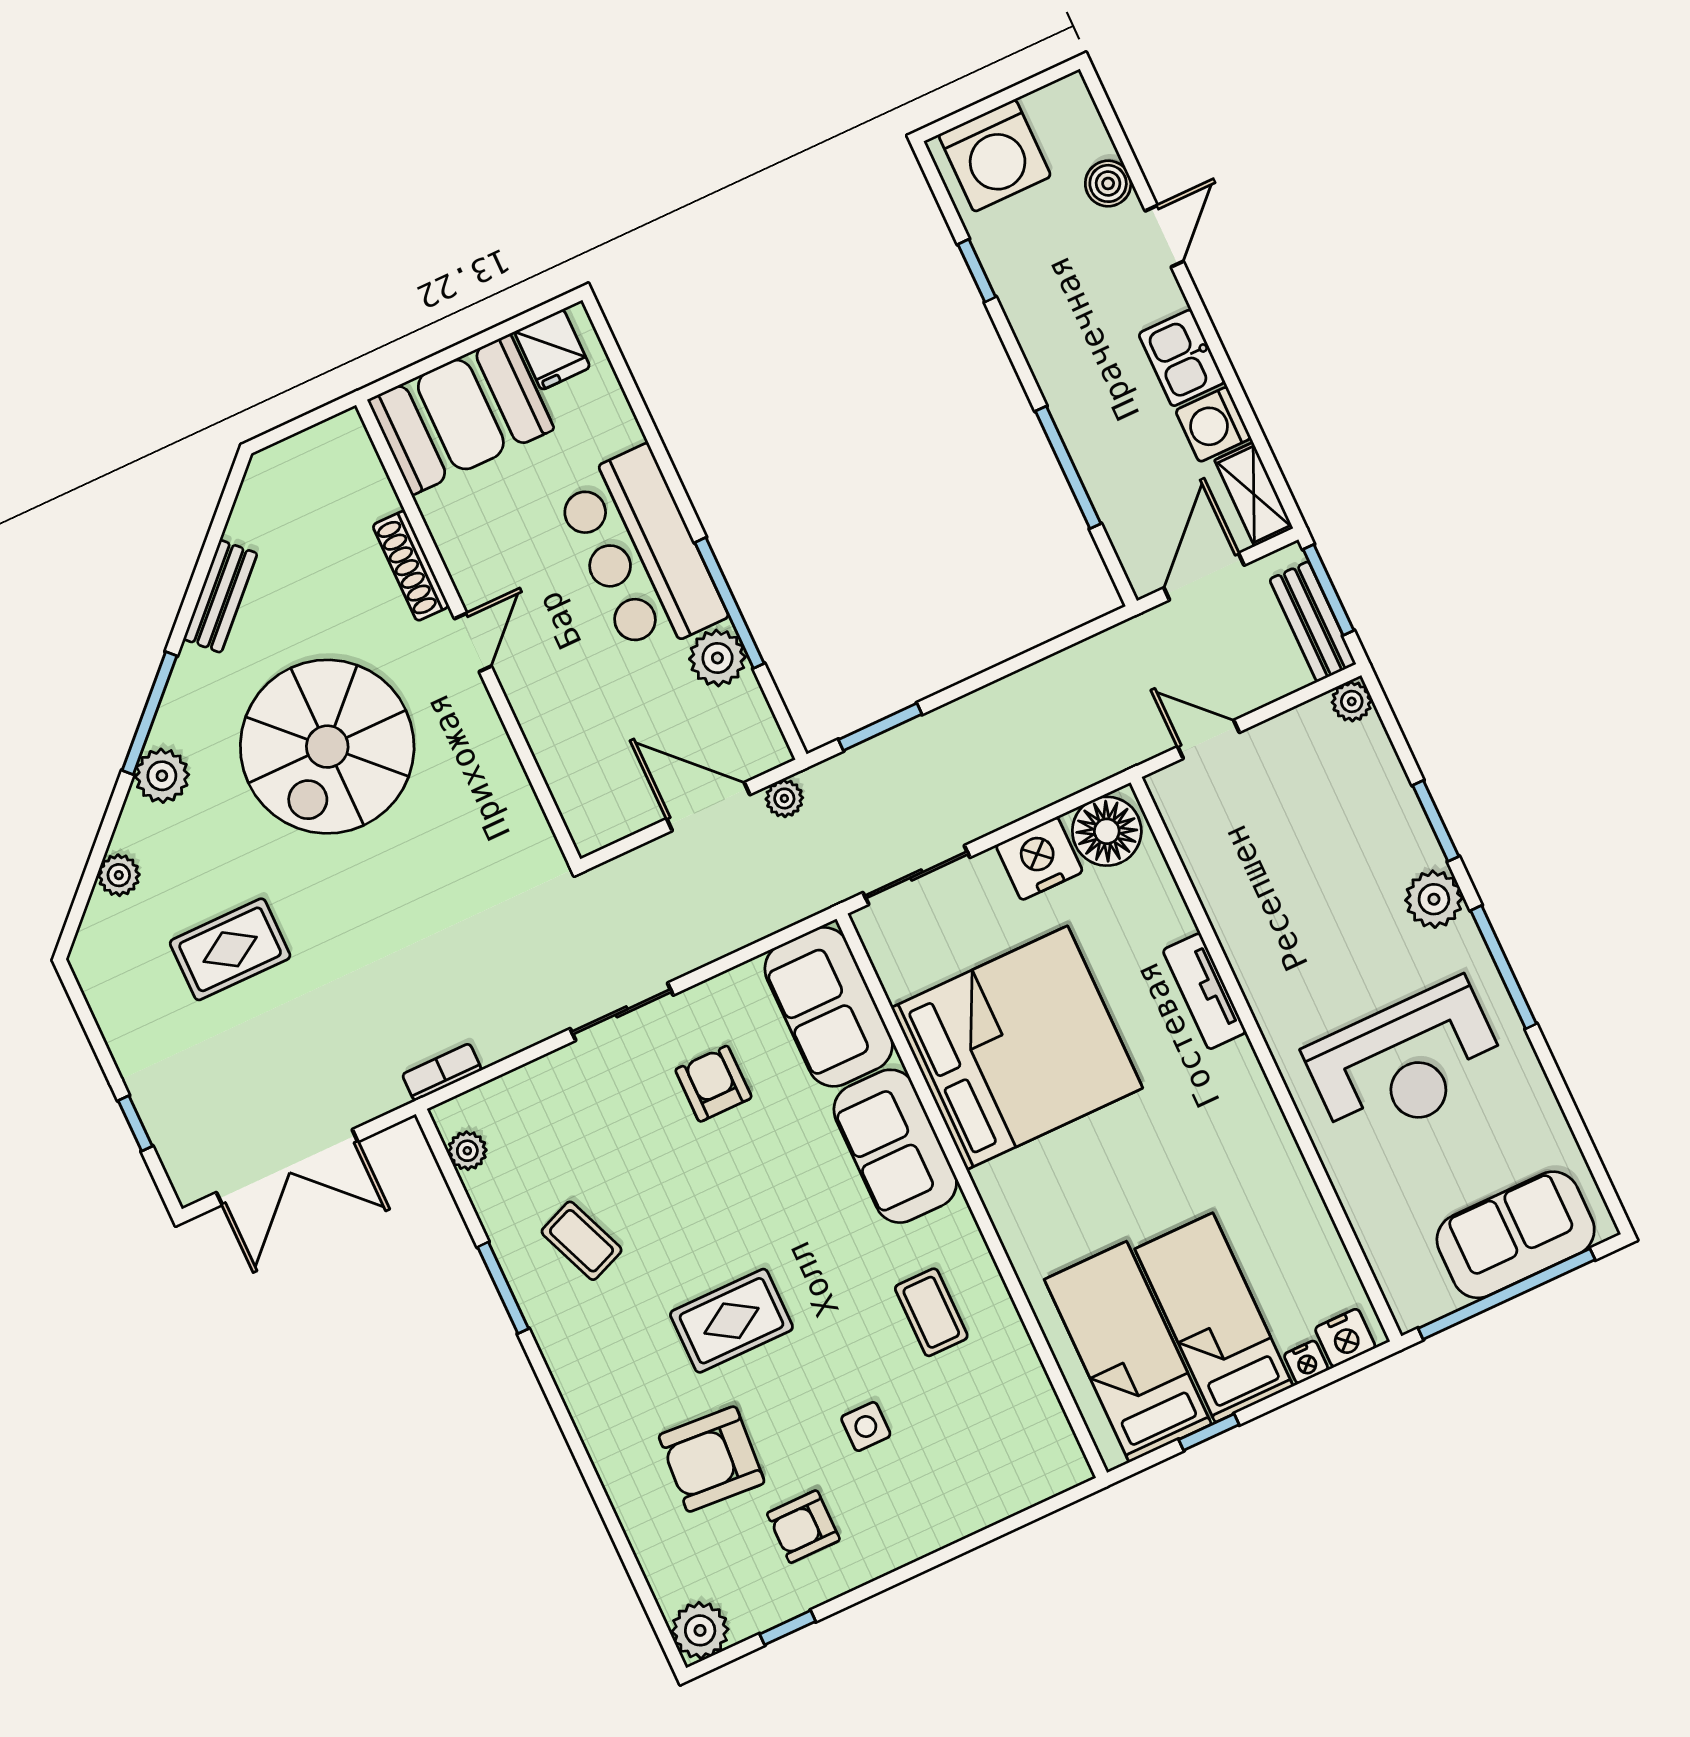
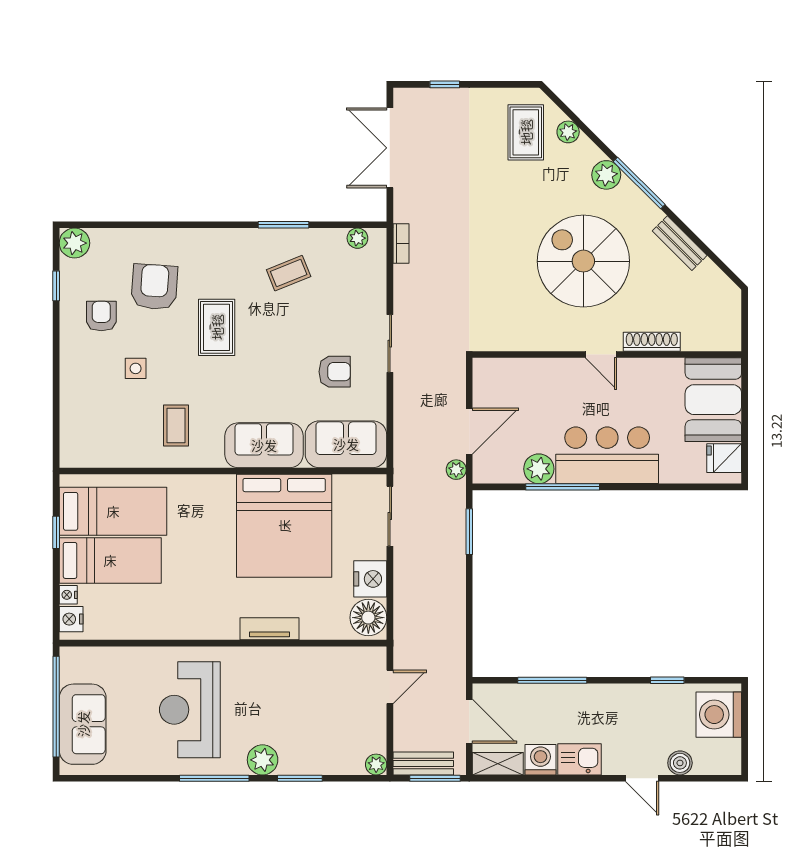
rug: (230, 949) -> (526, 132), moved
coffee table: (931, 1312) -> (176, 425), turned 90

